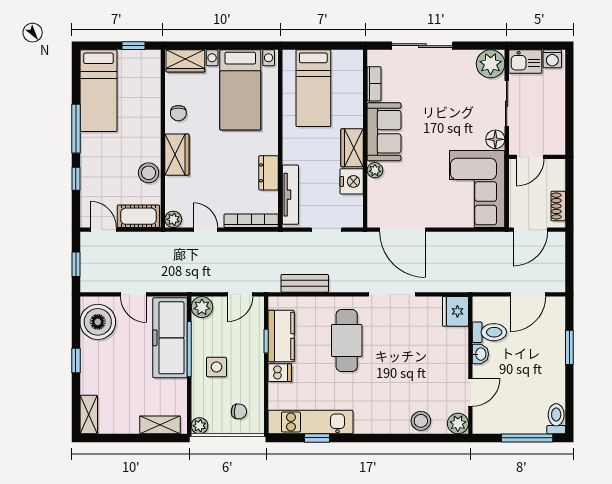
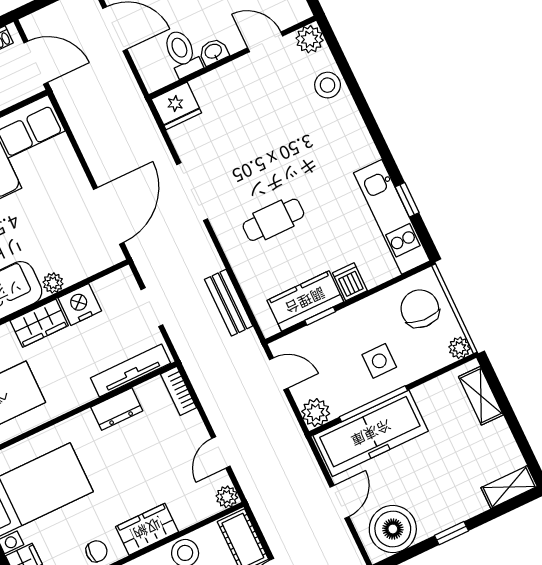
bookcase: (251, 221) -> (179, 391), width x0.64
cafe table: (347, 341) -> (273, 220), width x0.73, depth x0.74
chair: (239, 411) -> (420, 309), width x1.87, depth x1.87

